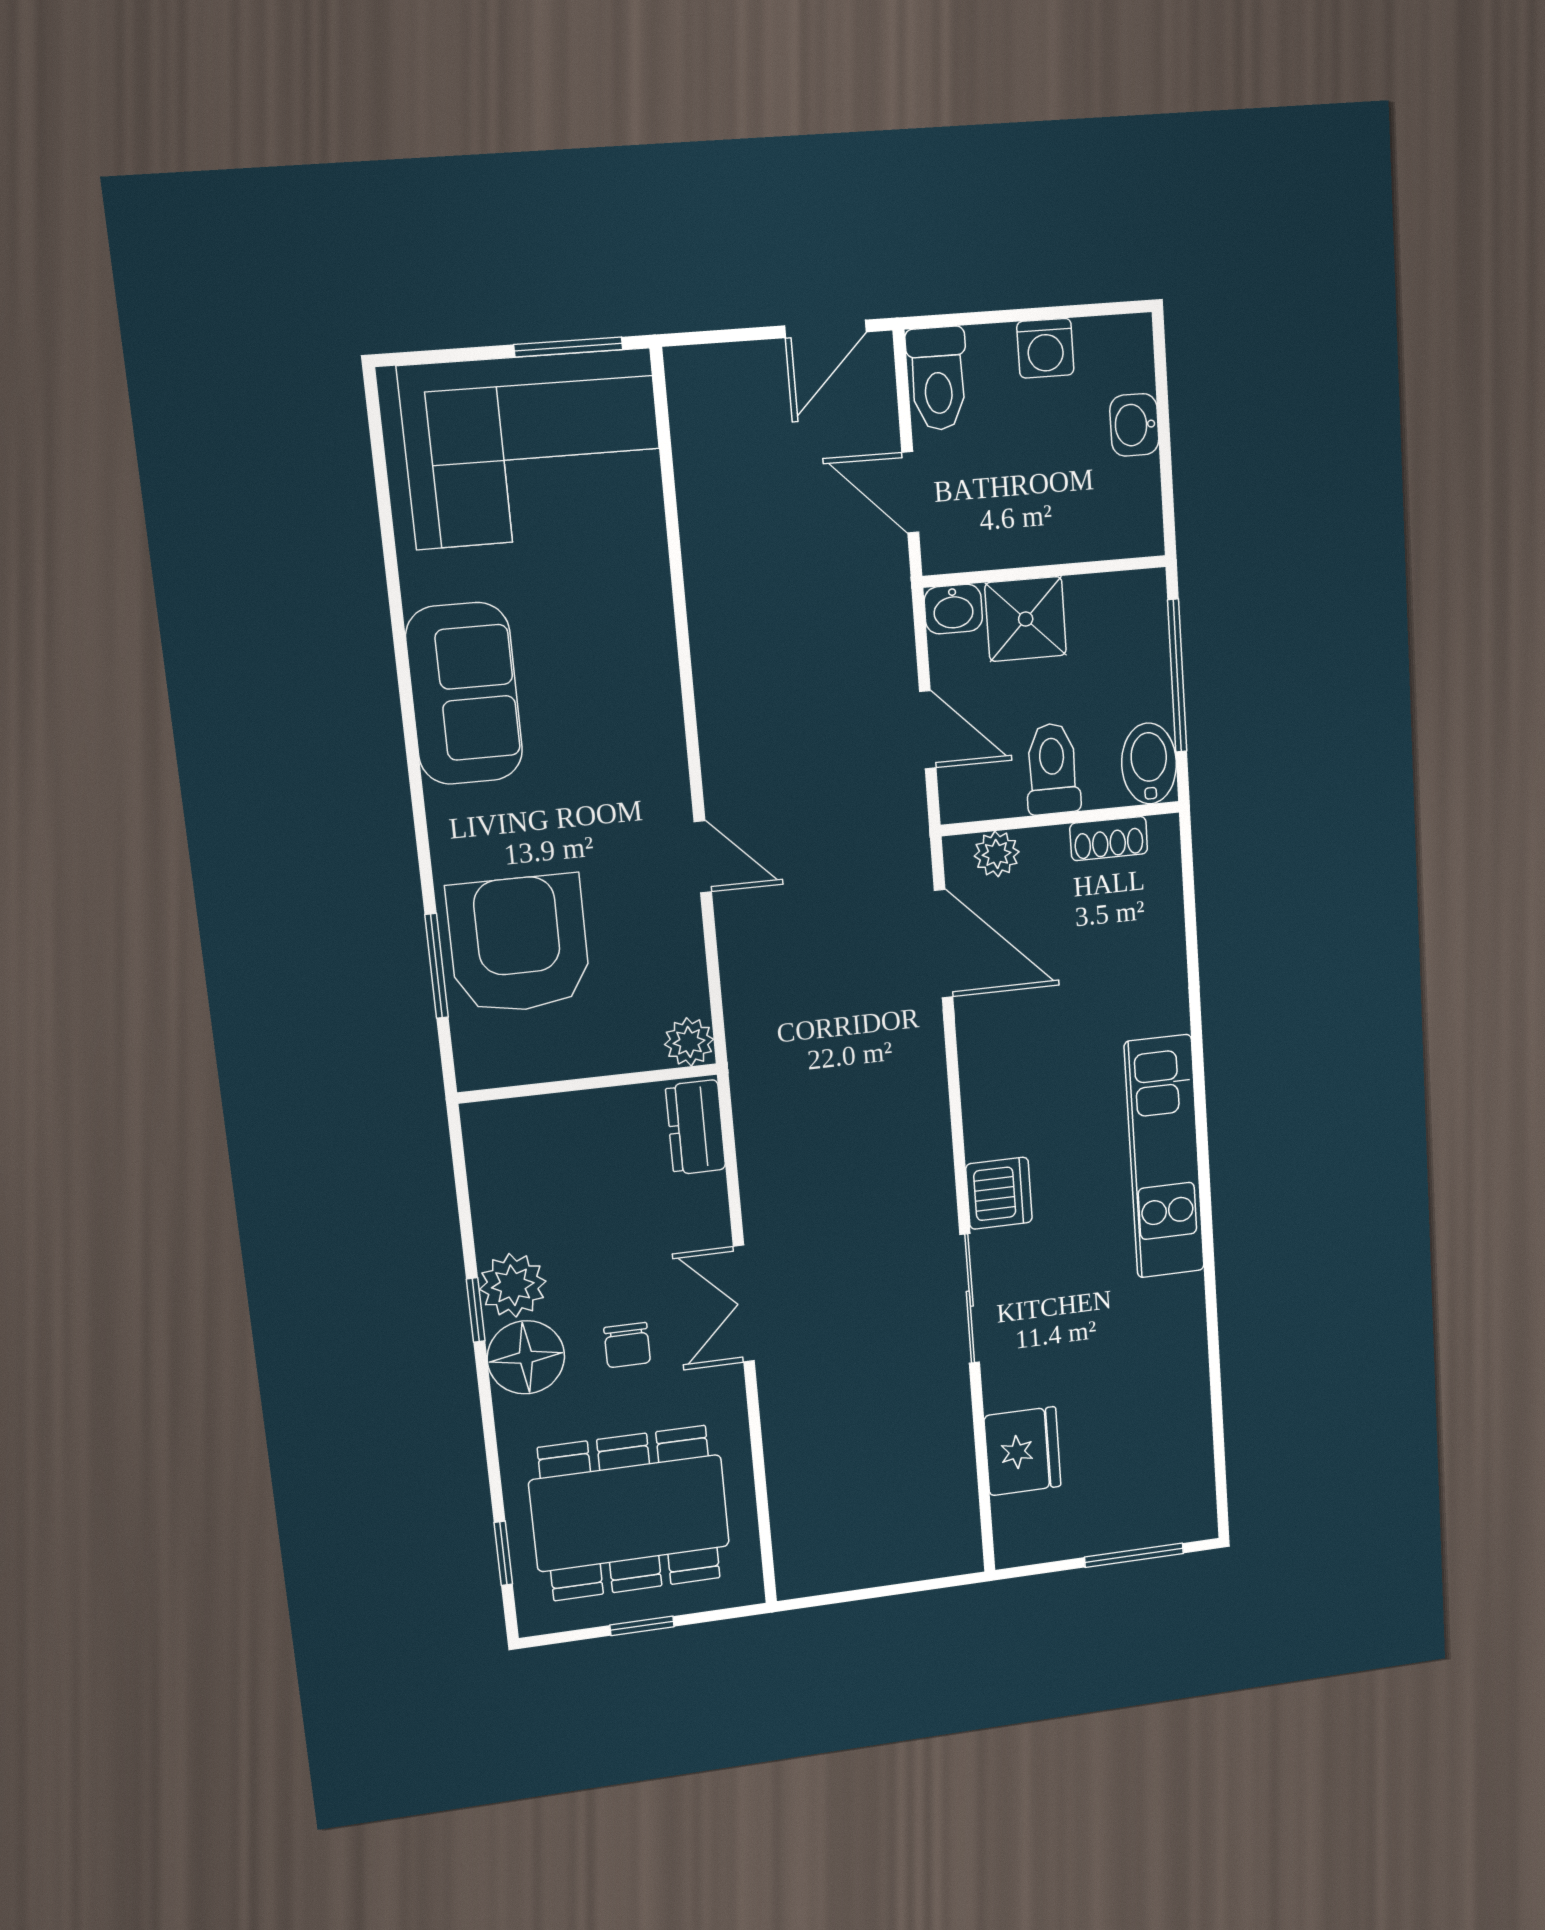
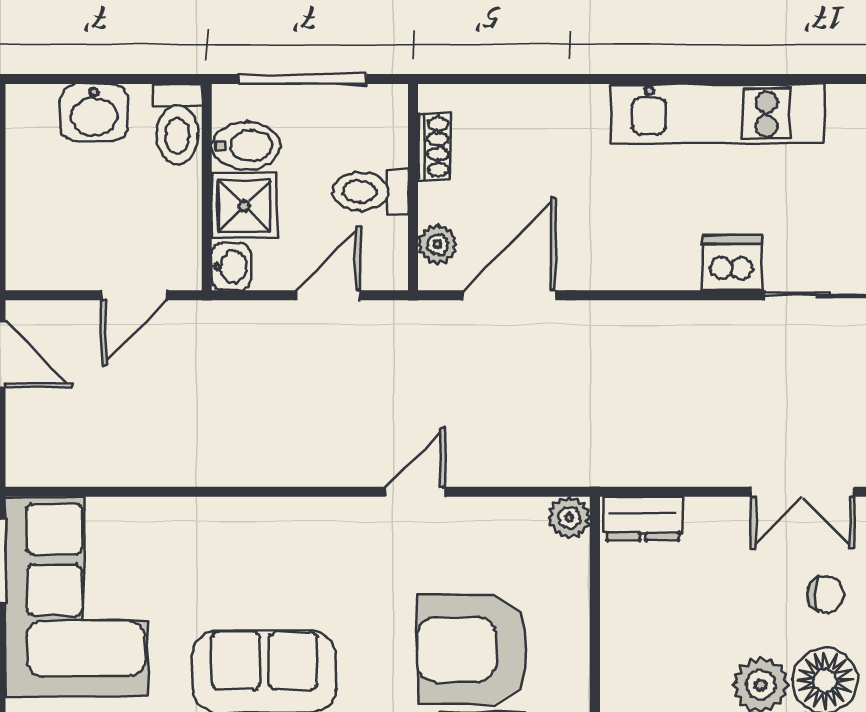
washing machine: (1045, 348) -> (28, 175), removed
toilet: (938, 379) -> (177, 124), moved, turned 90
washbasin: (1134, 425) -> (94, 113), width x1.38, depth x1.45
bidet: (1149, 763) -> (246, 146), moved, turned 180

